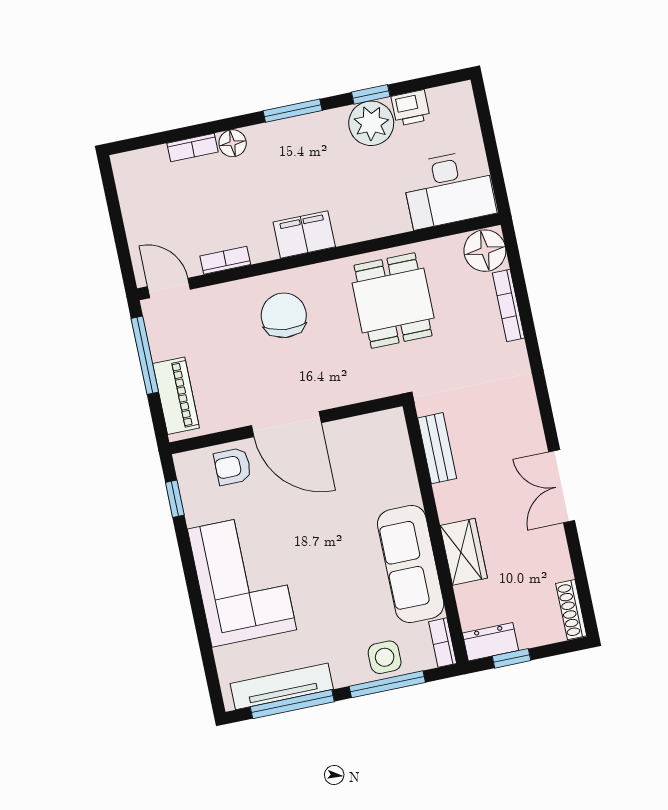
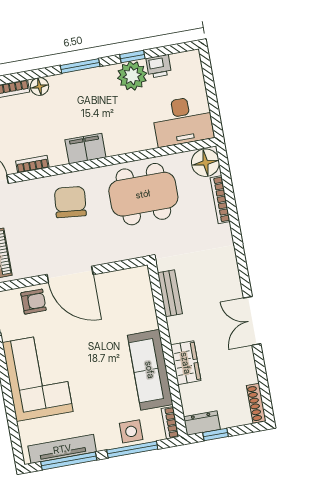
dining table: (393, 301) -> (143, 194), width x1.37
armchair: (233, 466) -> (33, 302), turned 180

